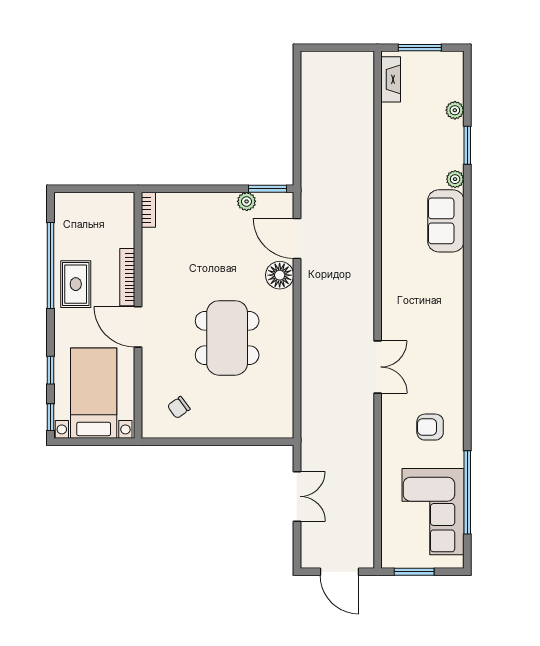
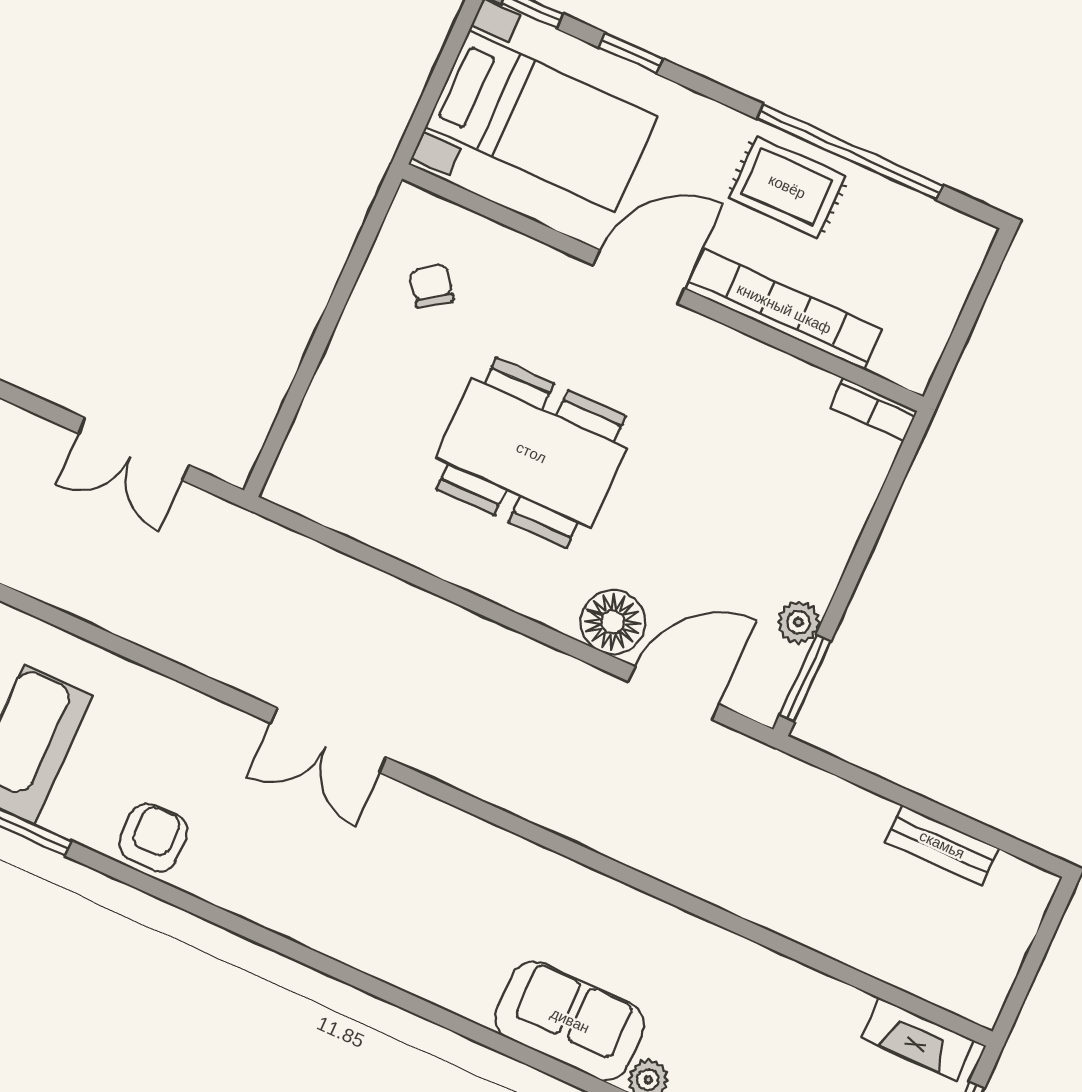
bench: (309, 104) -> (942, 845), added
bookcase: (127, 277) -> (784, 309), width x1.48, depth x1.31
armchair: (430, 427) -> (153, 838), moved

